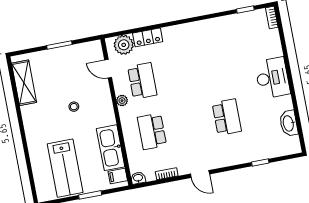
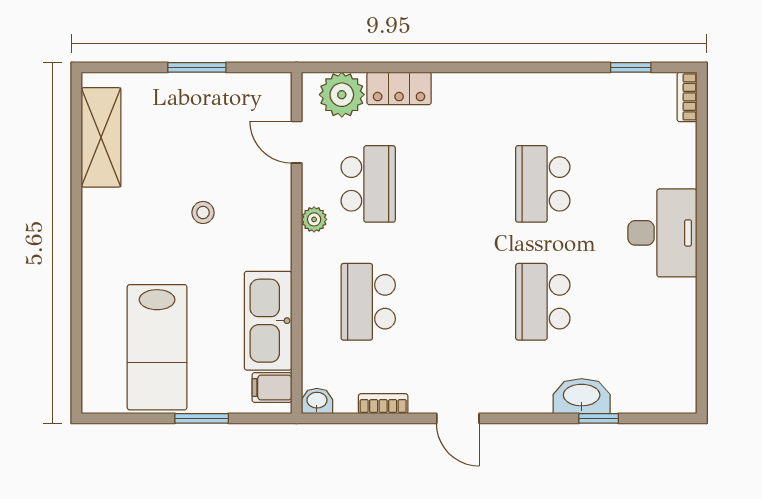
school desk: (217, 67) -> (543, 184), added
school desk: (227, 117) -> (543, 302), turned 180
washbasin: (289, 123) -> (582, 396), moved, turned 90

